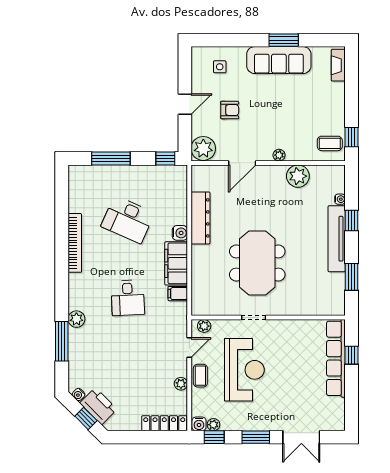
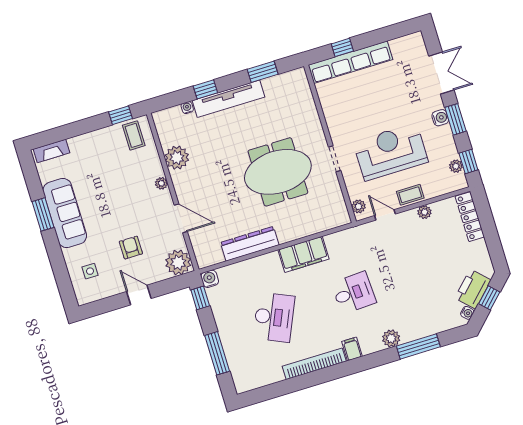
water cooler: (180, 233) -> (210, 279), moved
filing cabinet: (178, 294) -> (352, 349), moved, turned 180
water cooler: (199, 424) -> (440, 118), moved

